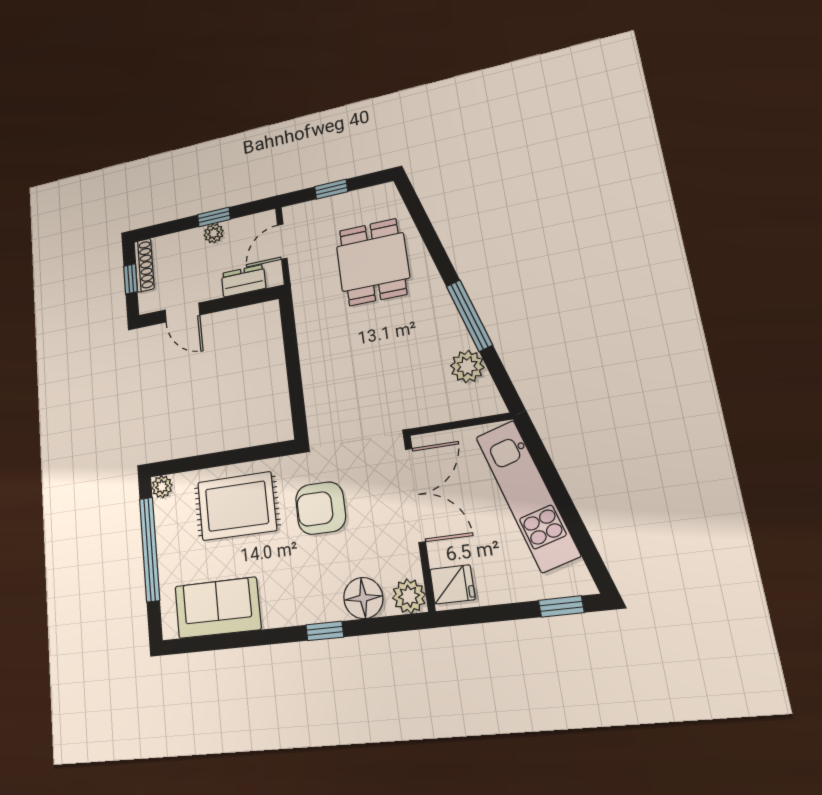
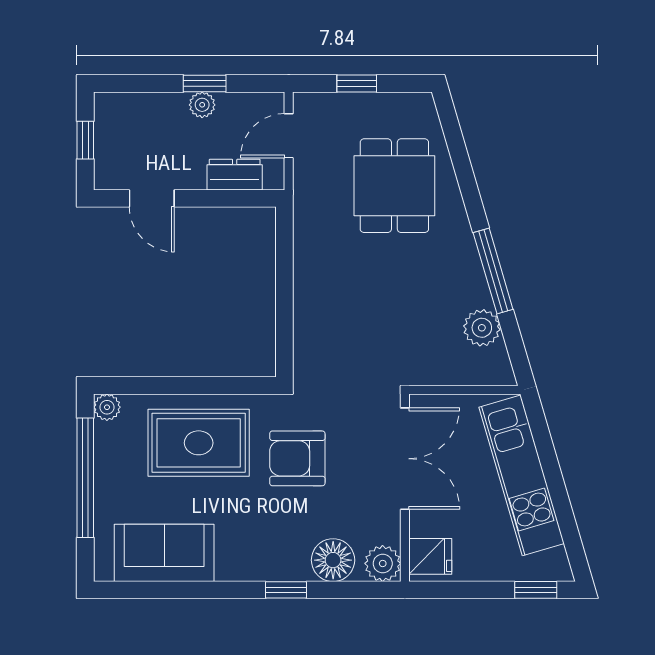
shoe rack: (144, 265) -> (105, 126), removed

